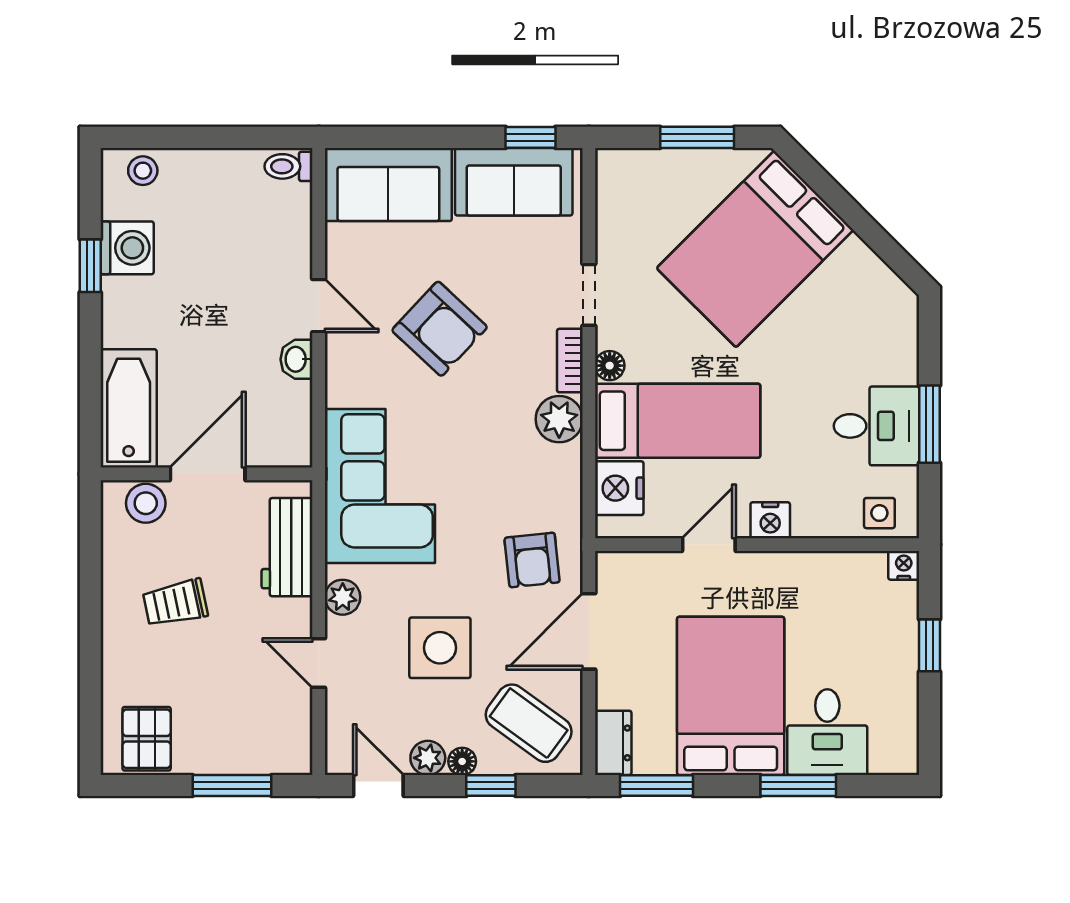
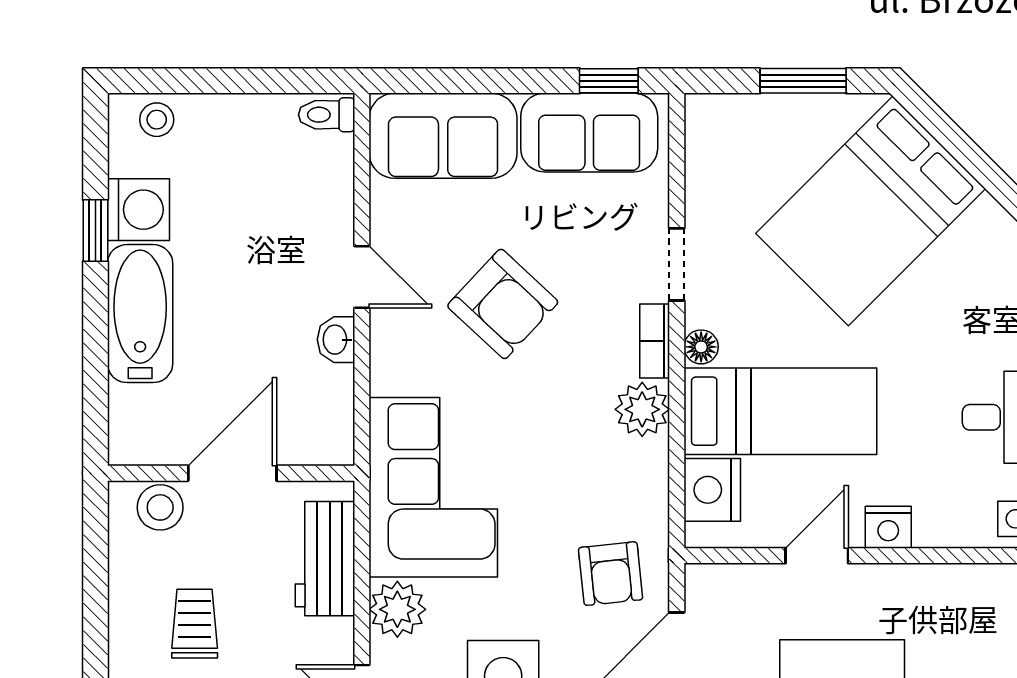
bathtub: (129, 408) -> (140, 314), moved
plant: (343, 597) -> (397, 609), width x1.38, depth x1.38
trolley: (175, 603) -> (195, 624), turned 102

